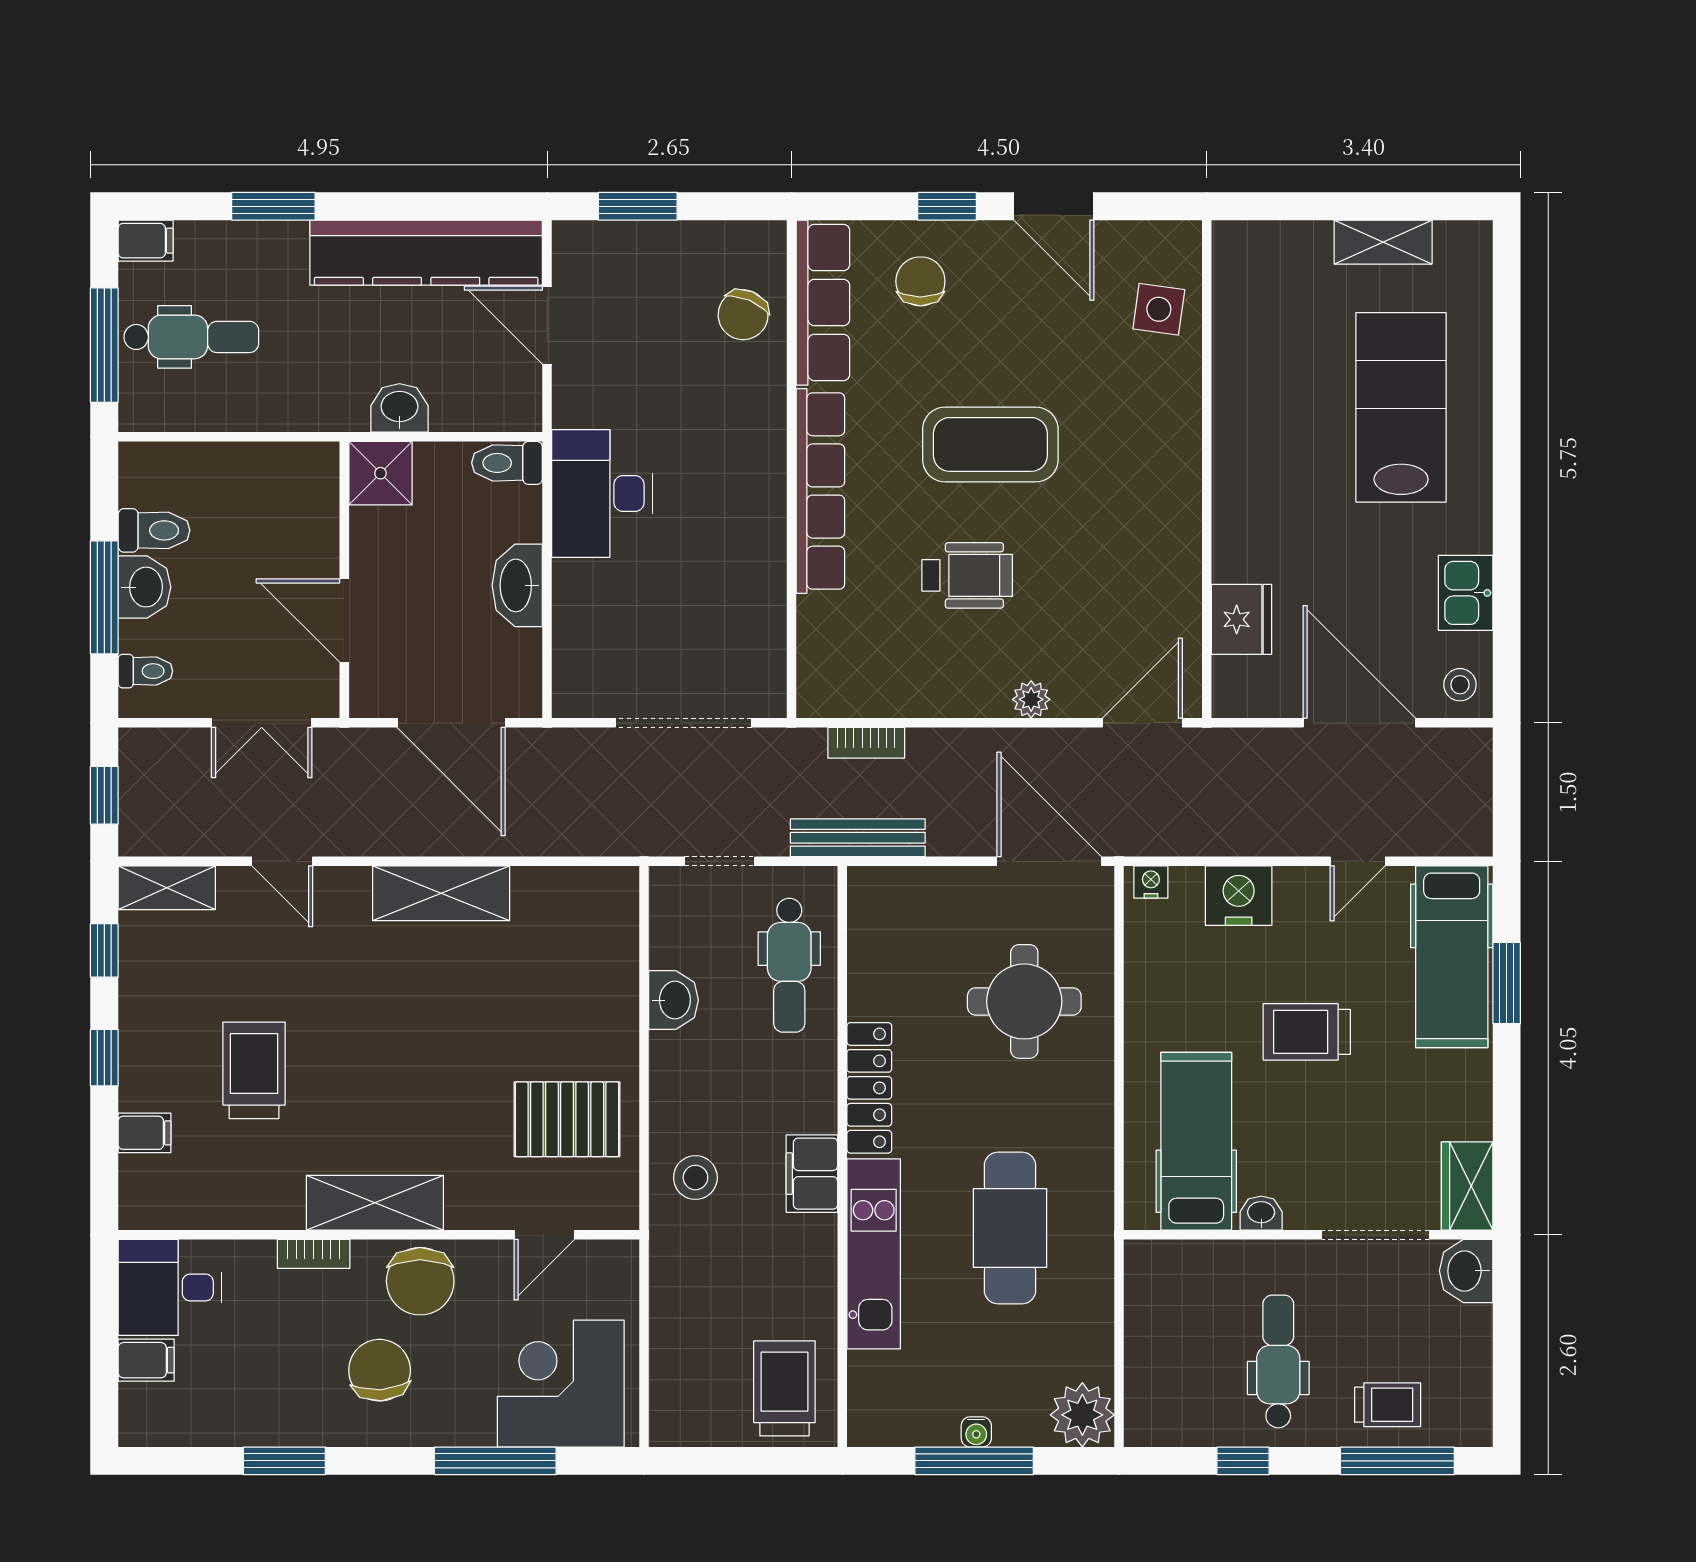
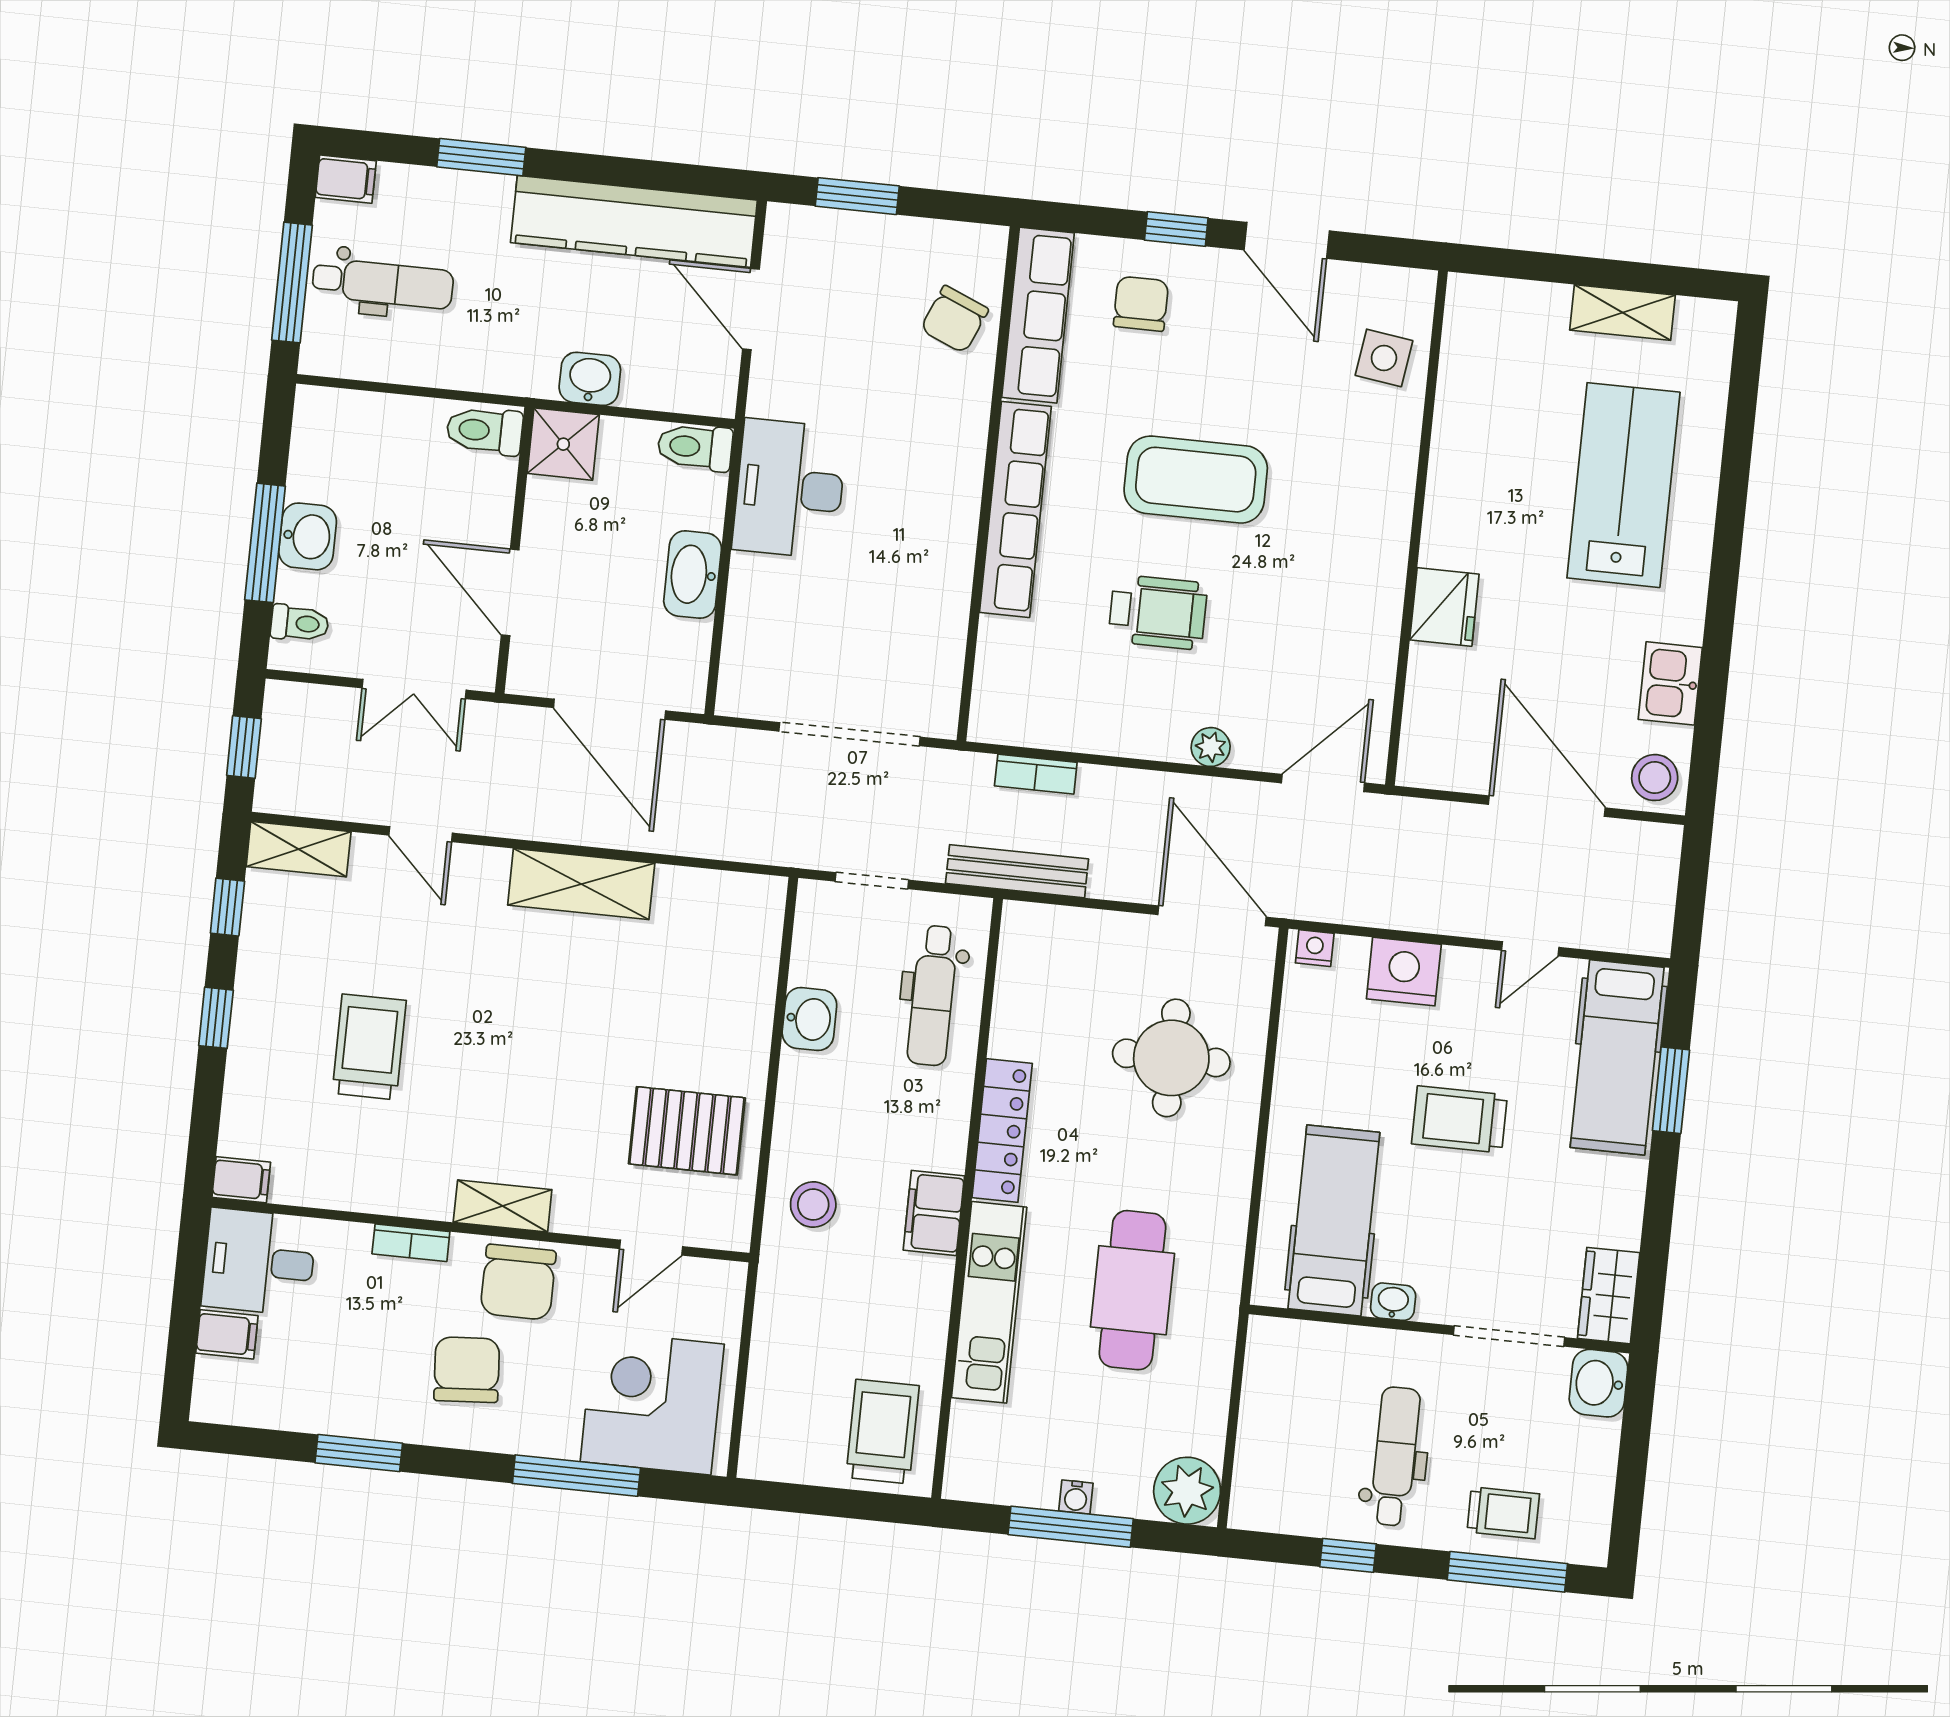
toilet: (154, 530) -> (485, 431), moved, turned 180
fridge: (1241, 619) -> (1444, 607), moved
stool: (1460, 685) -> (1655, 778), width x1.37, depth x1.37
filing cabinet: (144, 1133) -> (241, 1180), moved
shelving: (375, 1203) -> (503, 1206), width x0.67, depth x0.75

